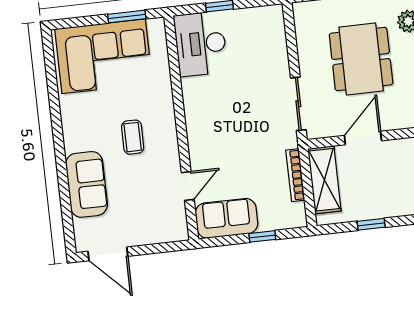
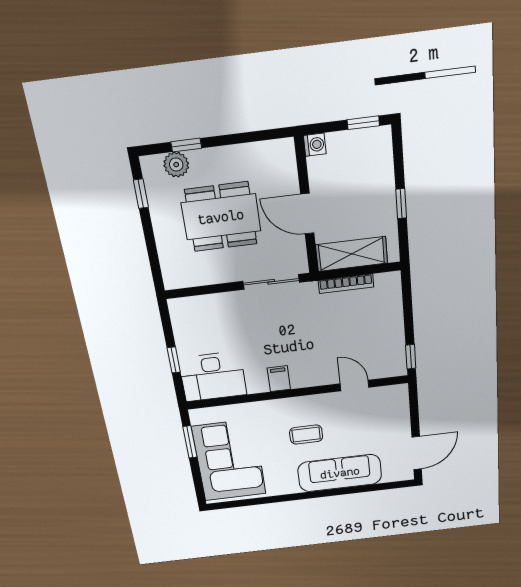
filing cabinet: (197, 110) -> (279, 379), added
sofa: (87, 184) -> (340, 473), width x1.36
sofa: (227, 218) -> (388, 350), removed
window: (262, 236) -> (411, 357), moved

